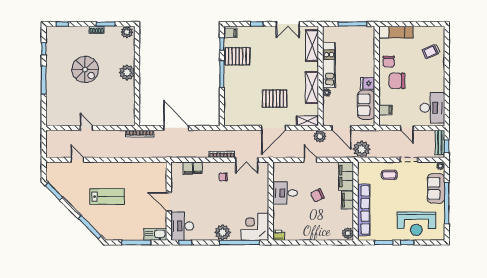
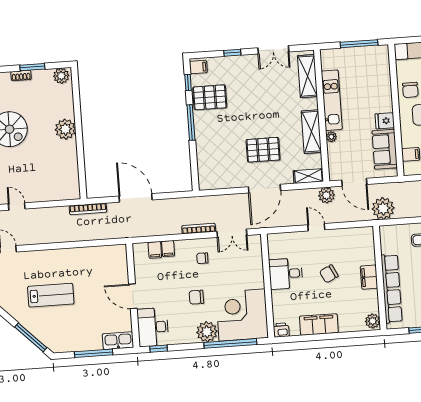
filing cabinet: (346, 176) -> (319, 324), moved, turned 90
chair: (217, 206) -> (196, 297), added
corner desk: (255, 227) -> (242, 315), width x1.36, depth x1.36

